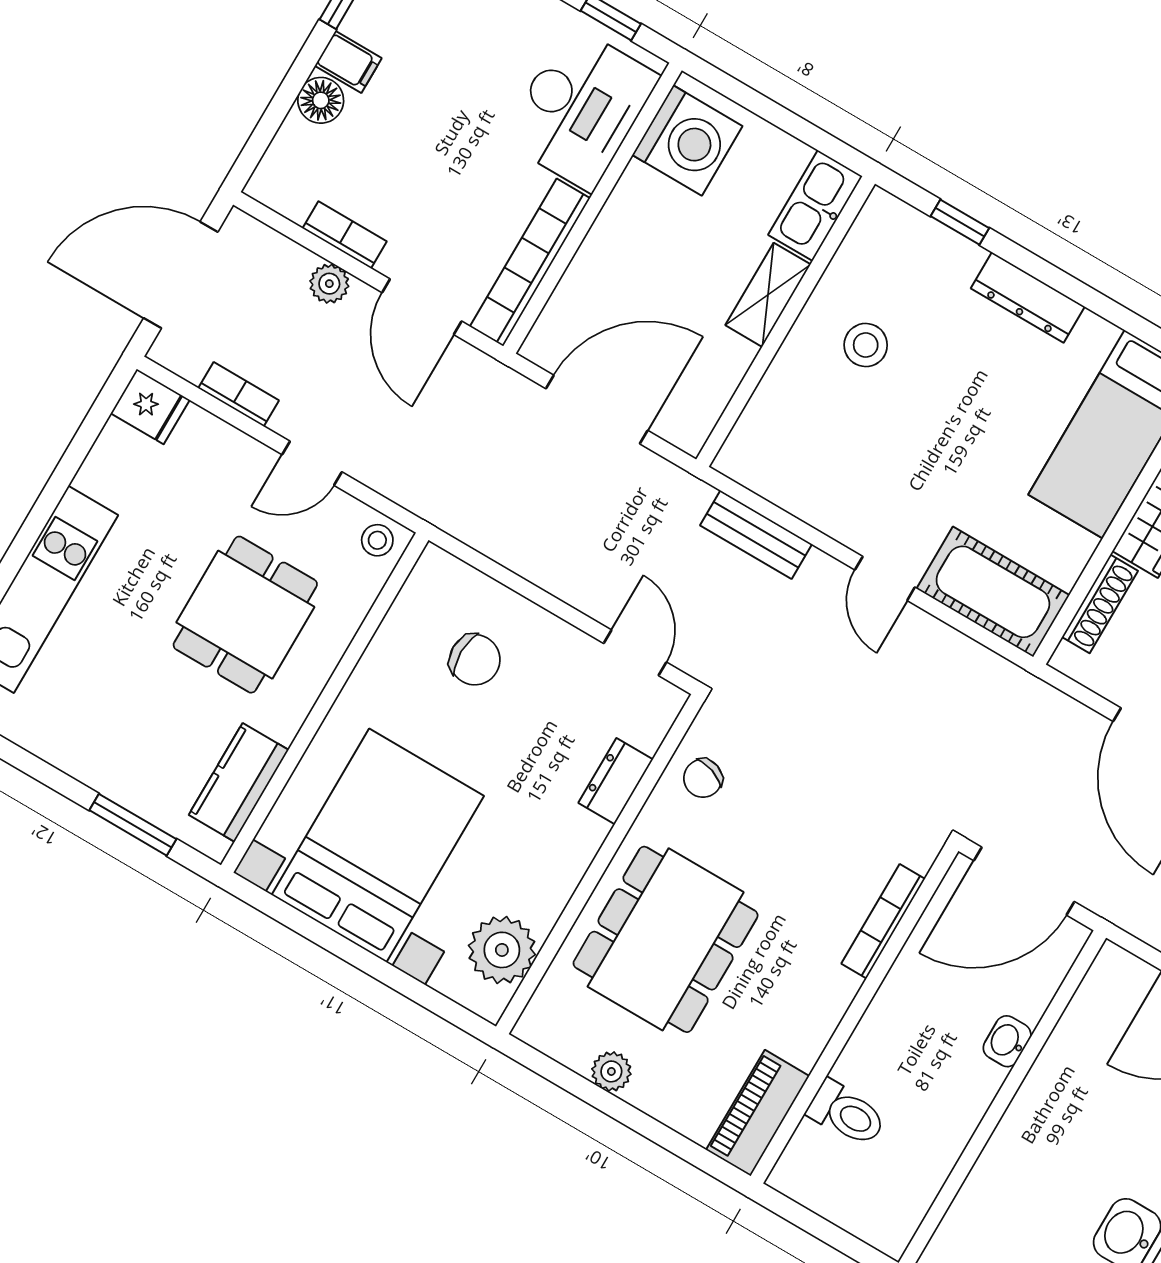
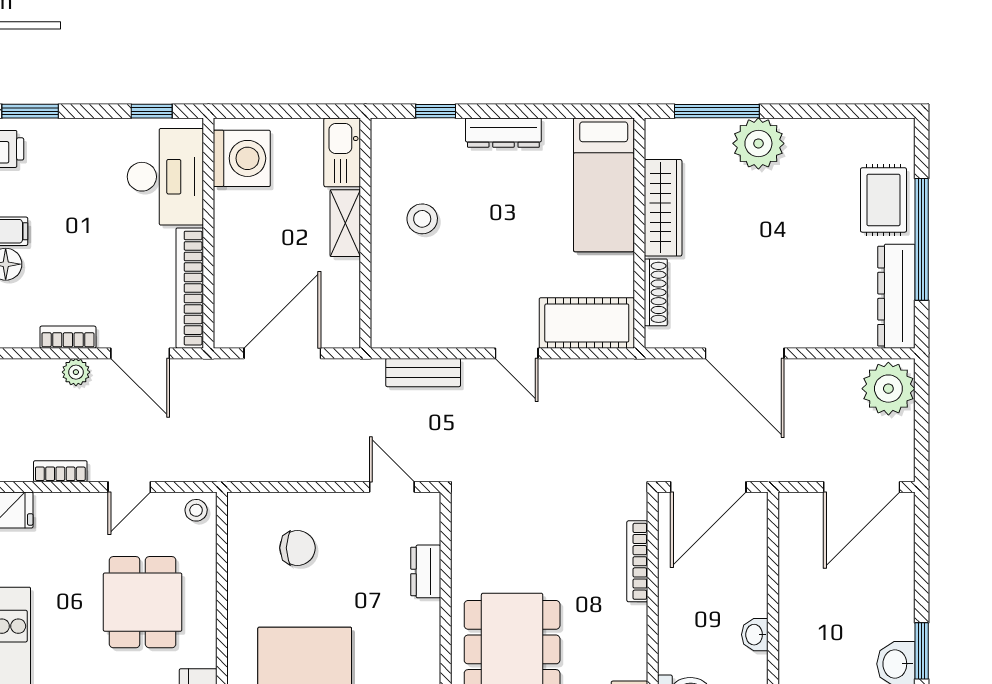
chair: (703, 778) -> (477, 539), removed
washbasin: (1007, 1041) -> (755, 635), moved

